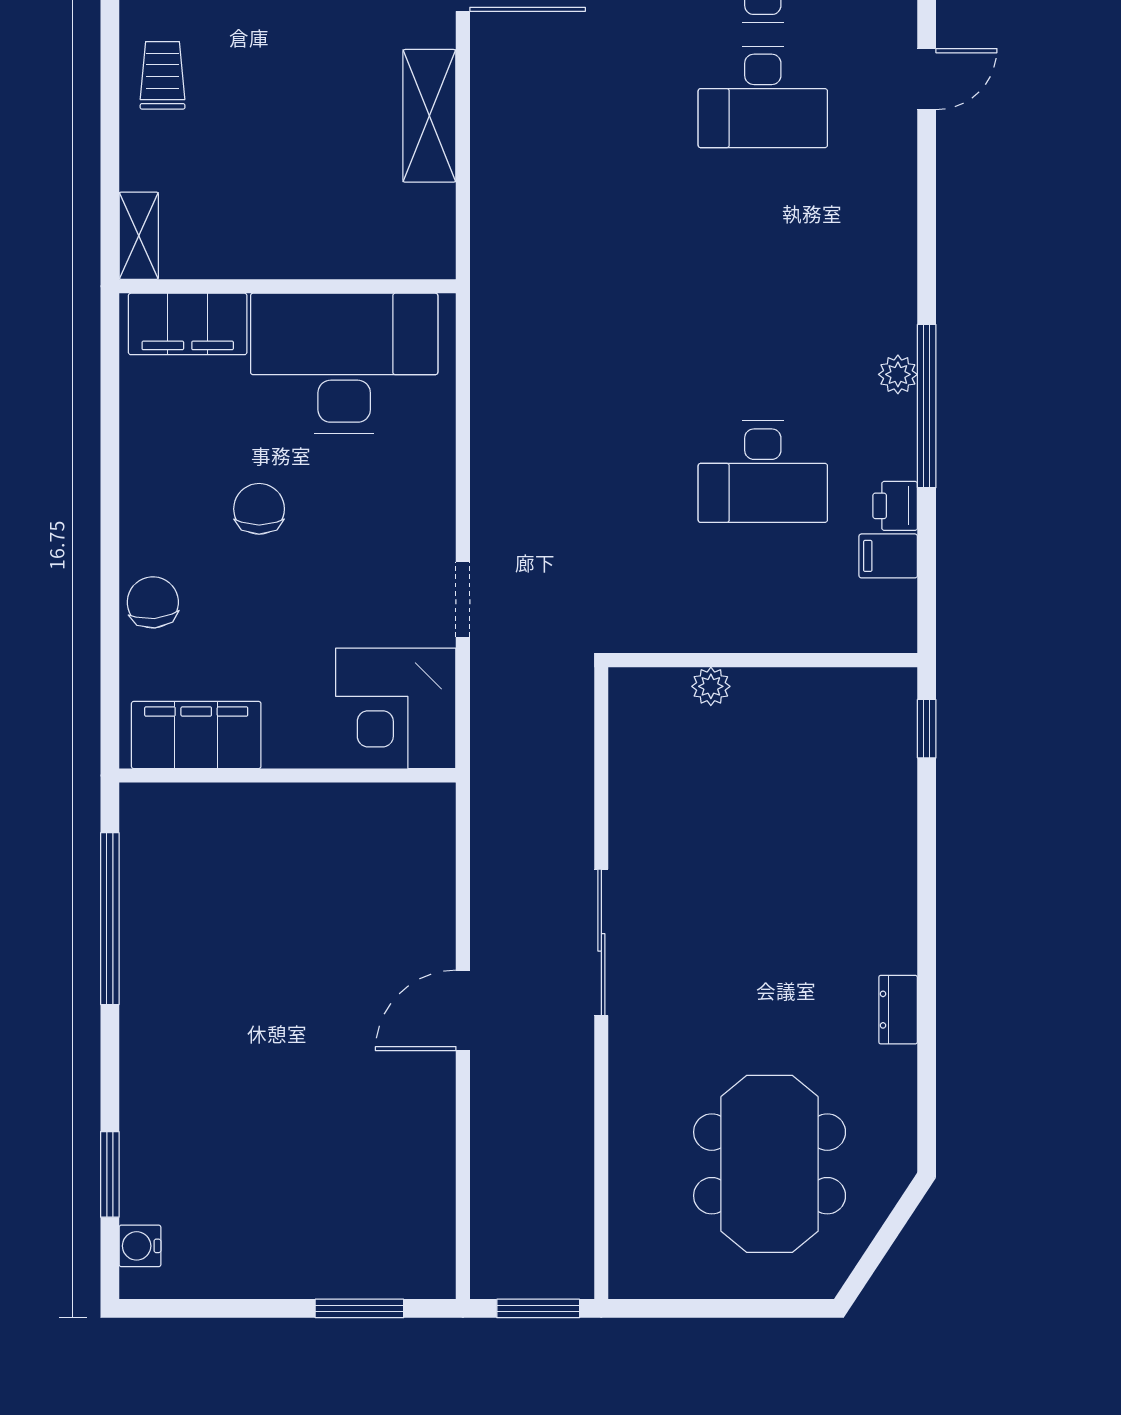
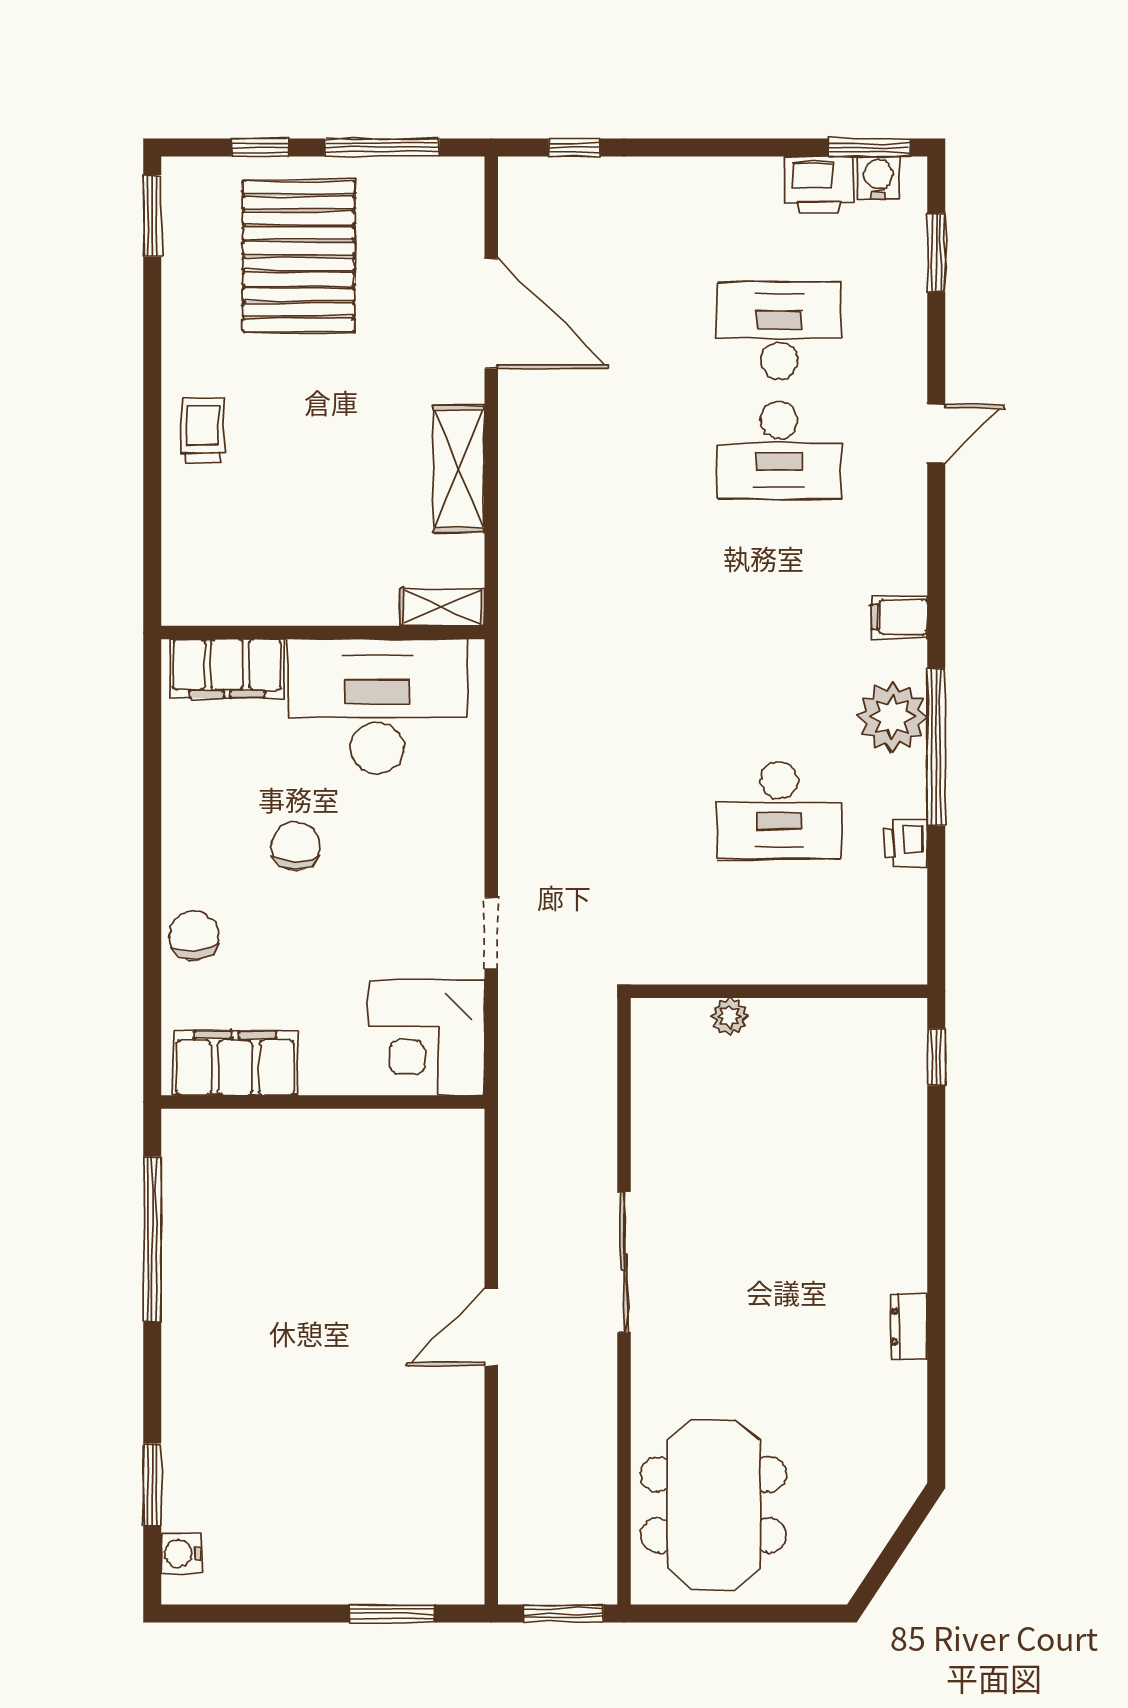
shelving: (139, 236) -> (443, 607), moved, turned 90
plant: (898, 374) -> (892, 717), width x1.88, depth x1.88
filing cabinet: (888, 556) -> (899, 617), moved
meeting table: (770, 1164) -> (713, 1505), moved

